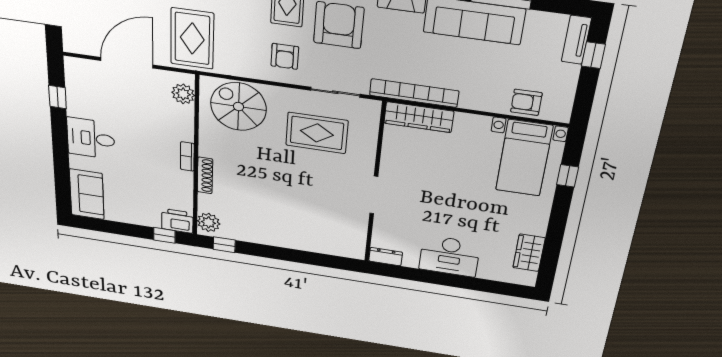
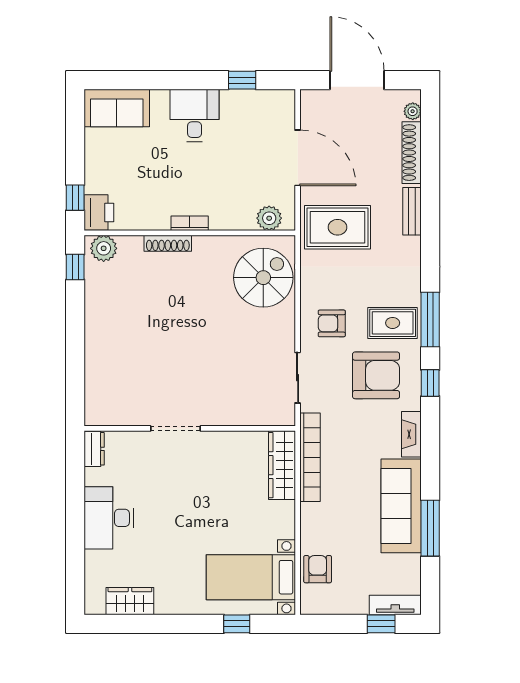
rug: (317, 133) -> (245, 362), removed

